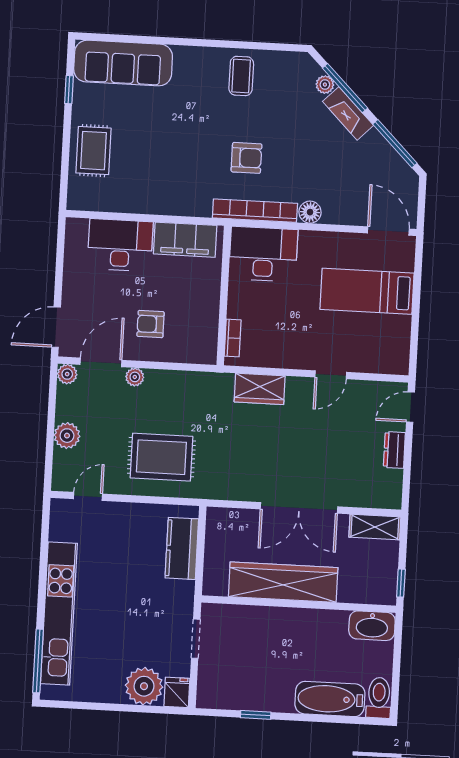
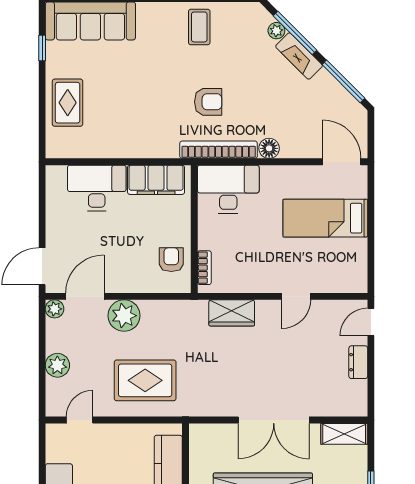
armchair: (150, 324) -> (171, 260), moved, turned 90
plant: (135, 377) -> (124, 316), width x1.88, depth x1.88

